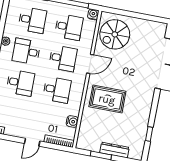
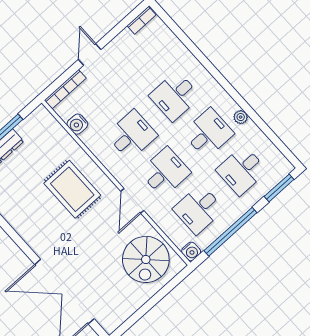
spiral stairs: (115, 34) -> (146, 259), turned 180
desk: (63, 58) -> (165, 172), turned 180
desk: (57, 90) -> (132, 135), turned 180
rug: (107, 99) -> (72, 189), turned 90

